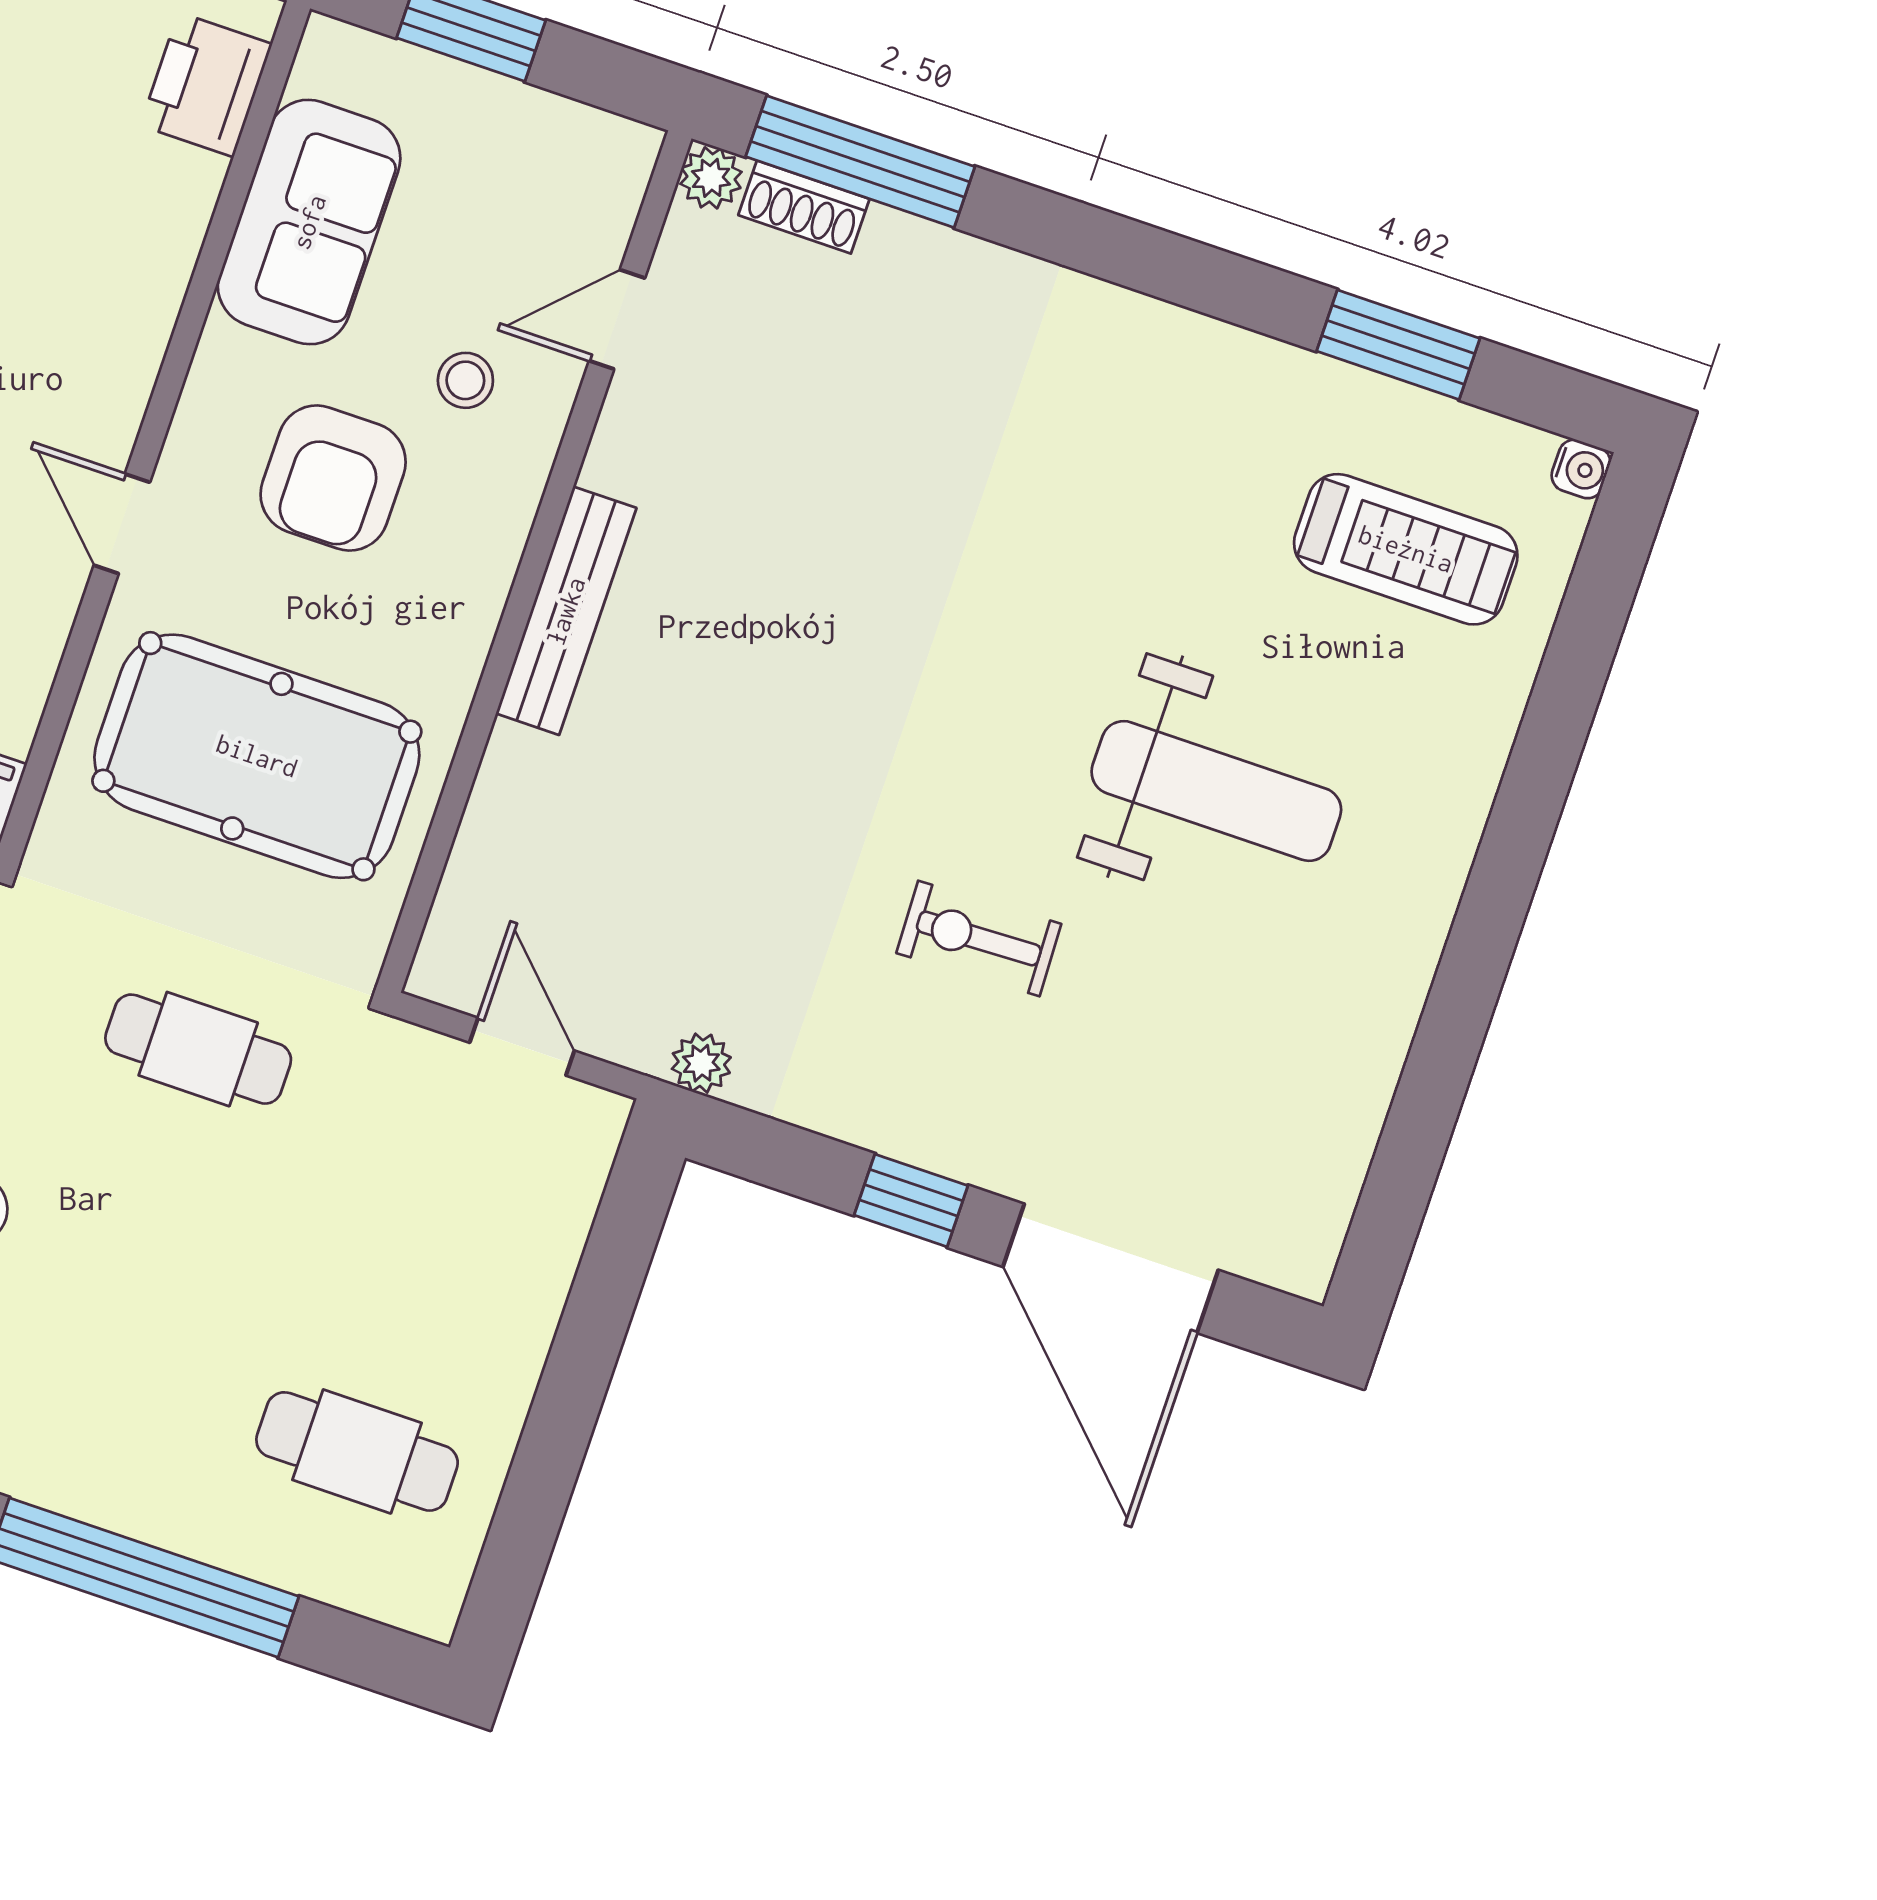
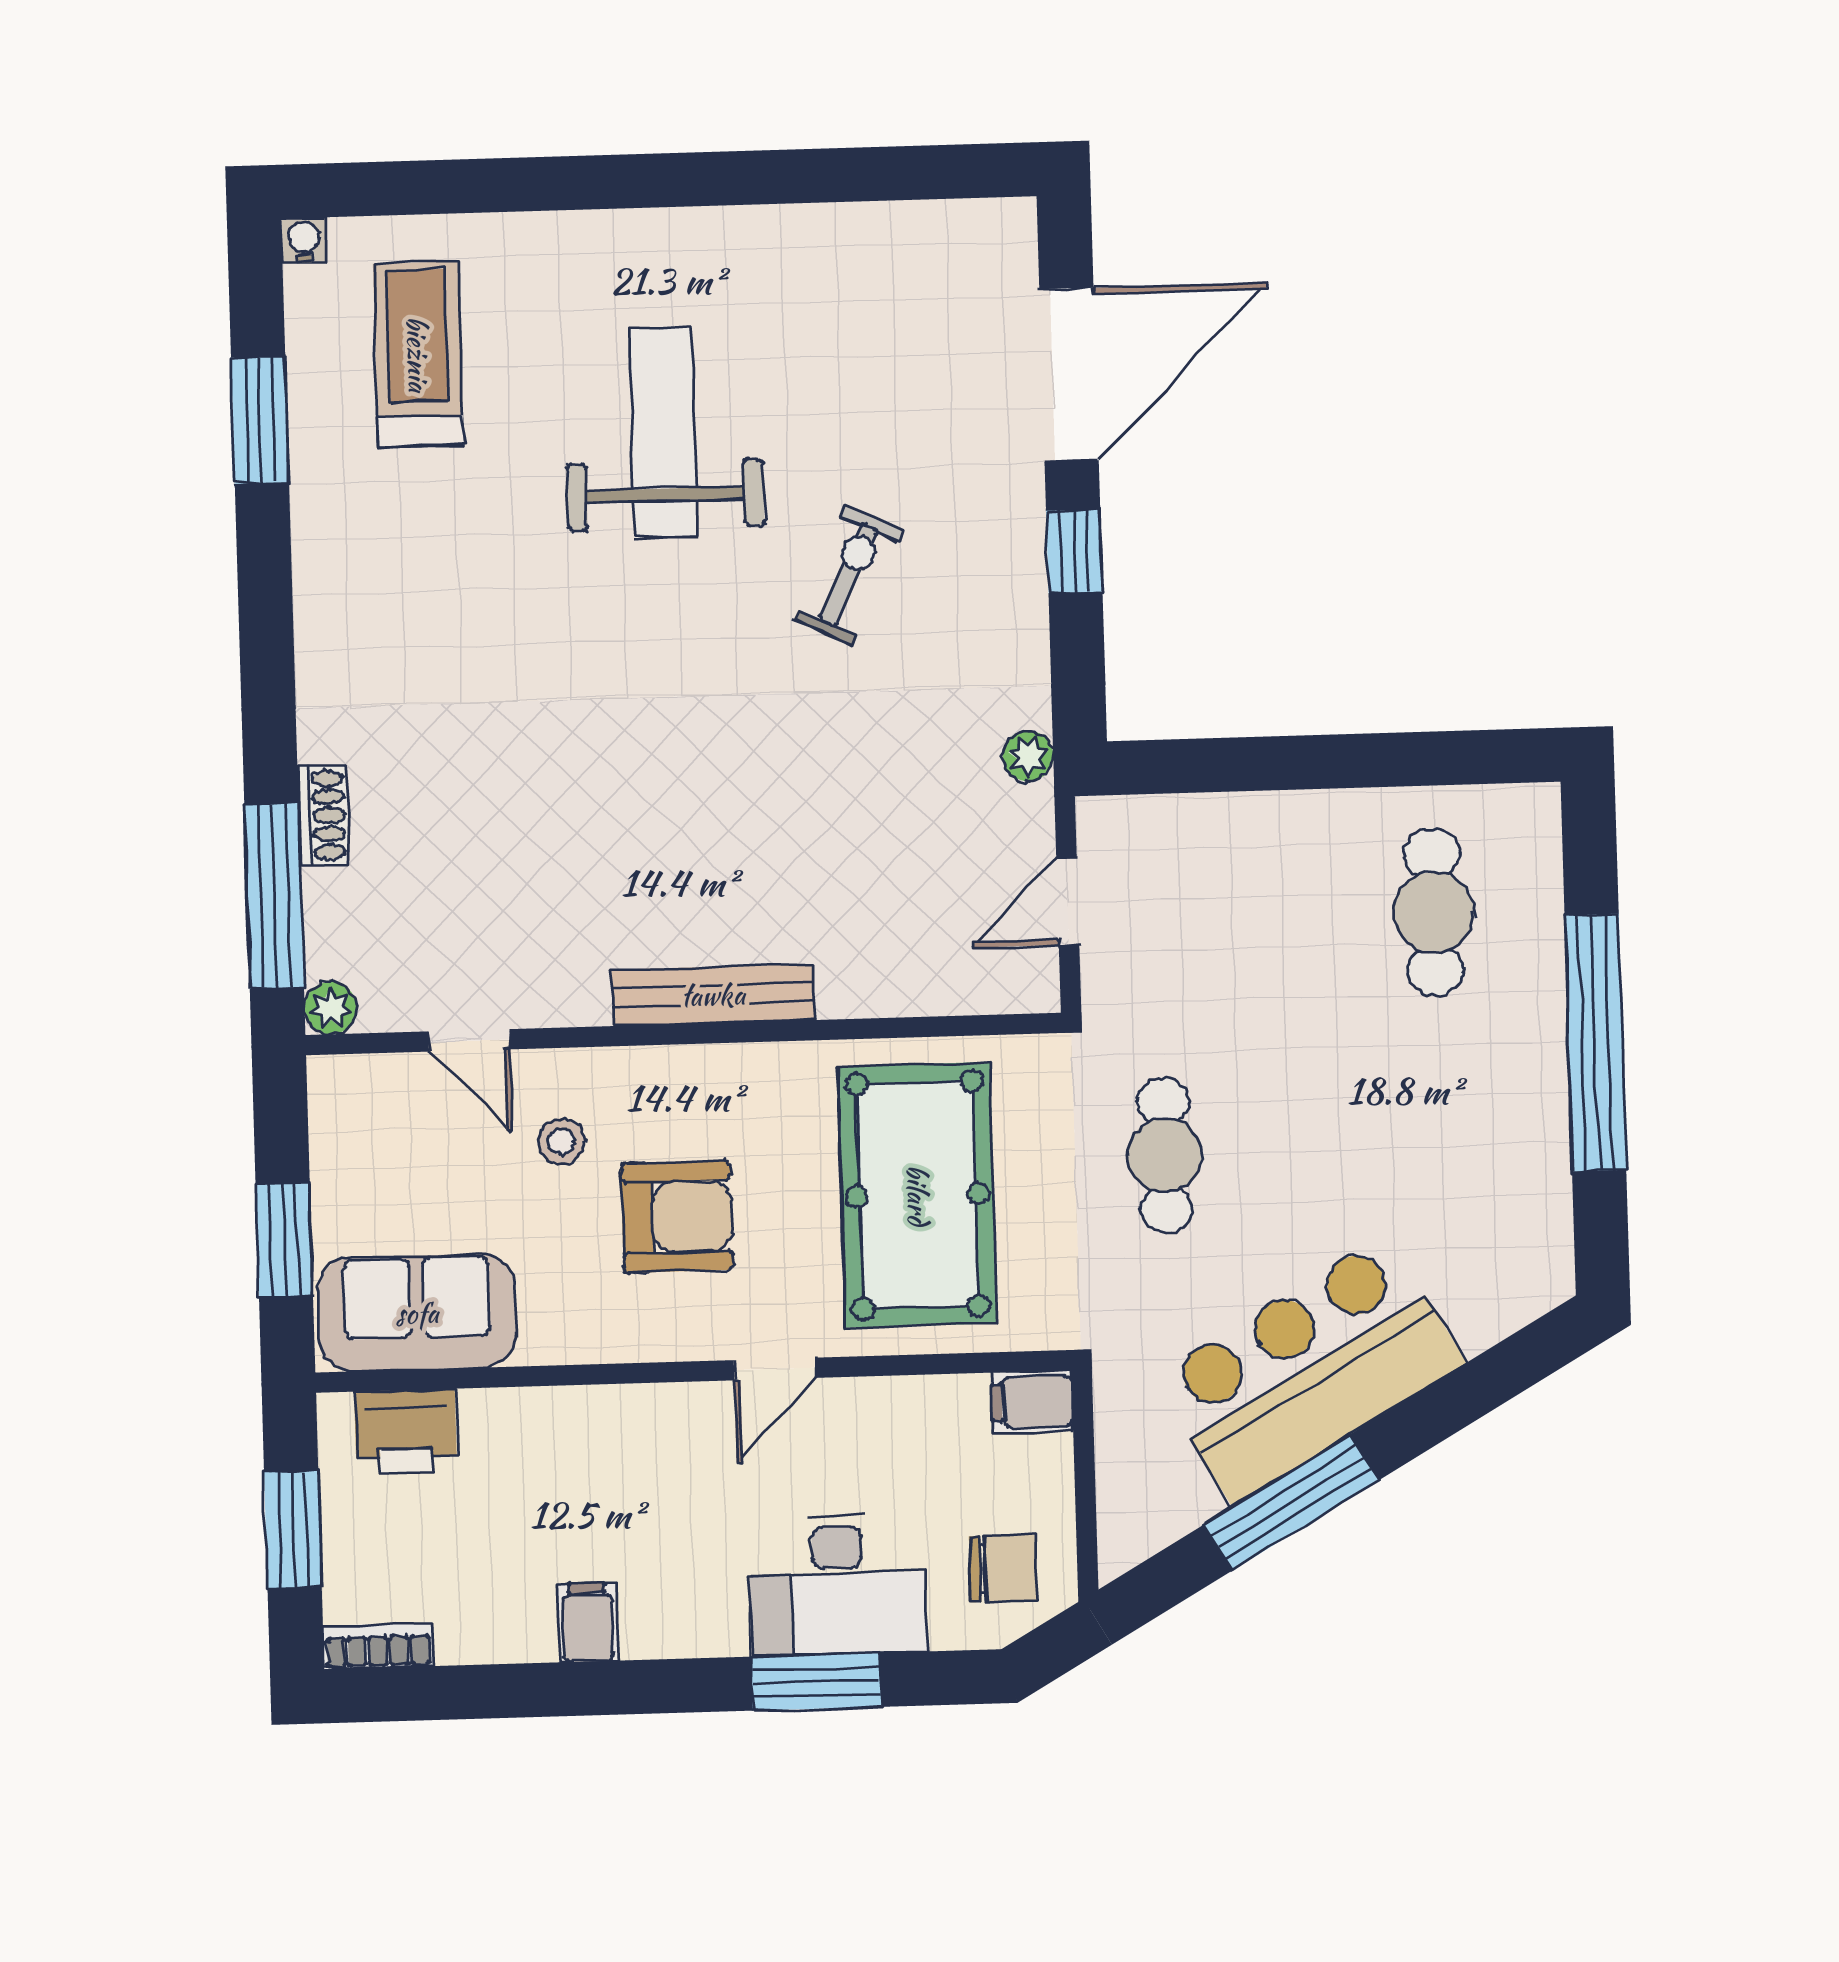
shoe rack: (804, 207) -> (323, 815), moved
sofa: (309, 222) -> (417, 1313), moved
exercise bike: (979, 938) -> (849, 575), turned -152

